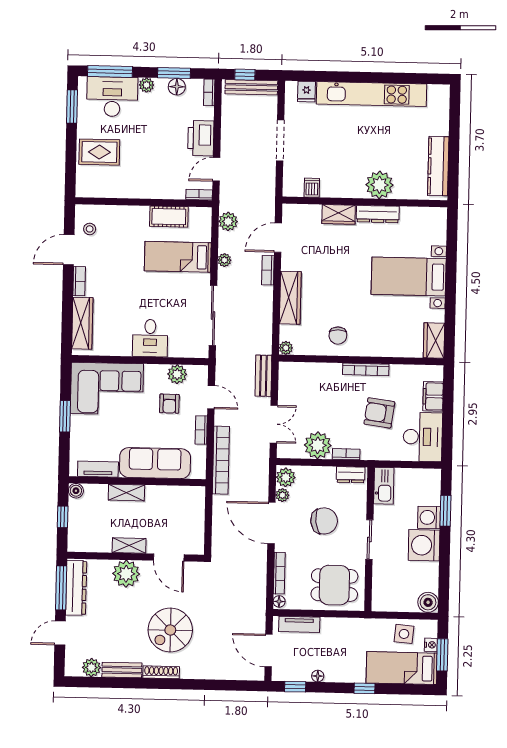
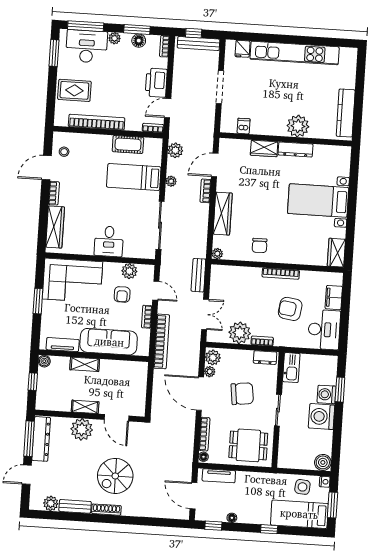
bookcase: (129, 190) -> (97, 122), added
nightstand: (431, 645) -> (325, 482), moved

